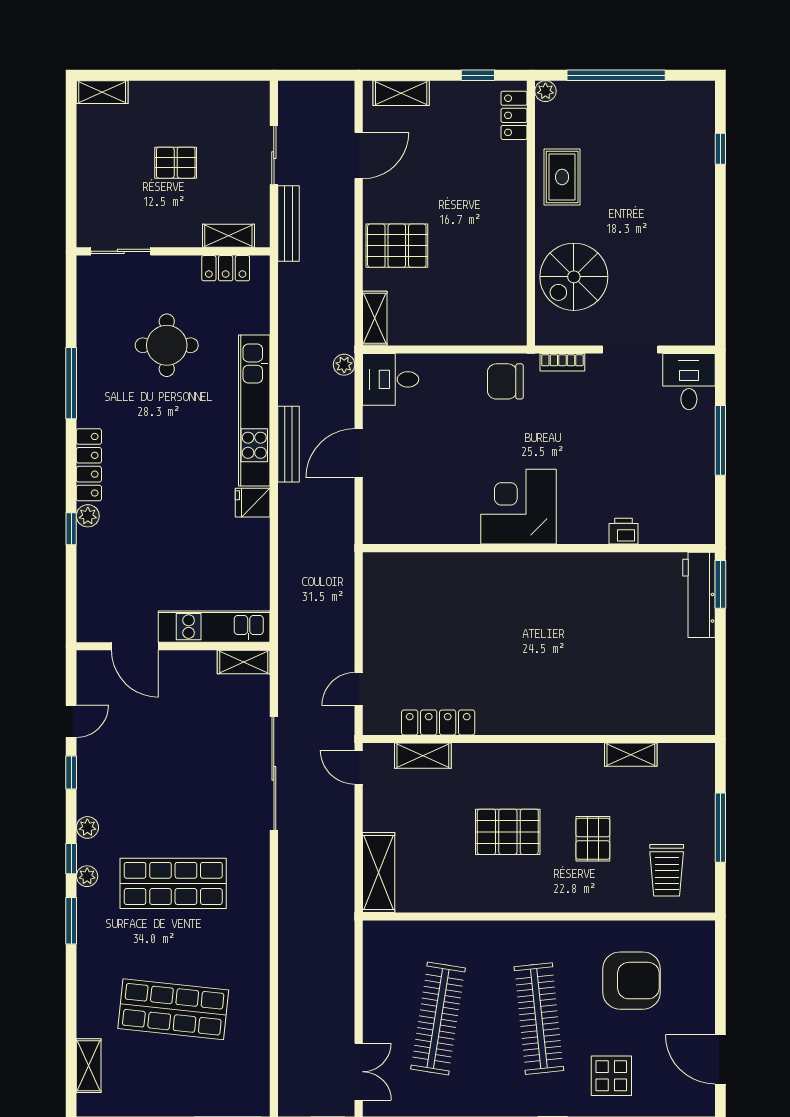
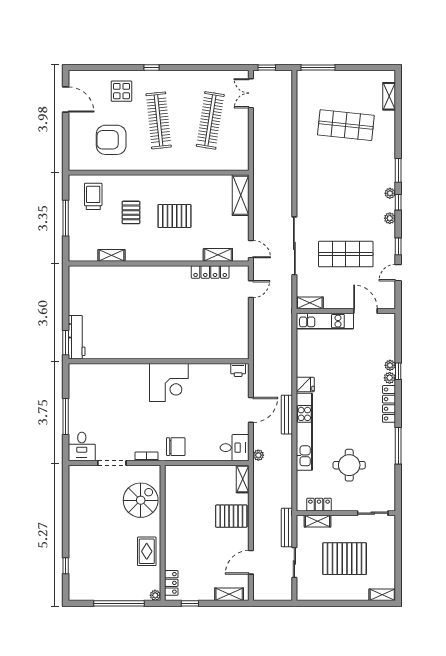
pallet: (176, 163) -> (345, 559), width x2.05, depth x2.00
printer: (623, 531) -> (238, 370), moved
plant: (87, 540) -> (390, 365), added
shop shelf: (173, 883) -> (346, 254), moved

